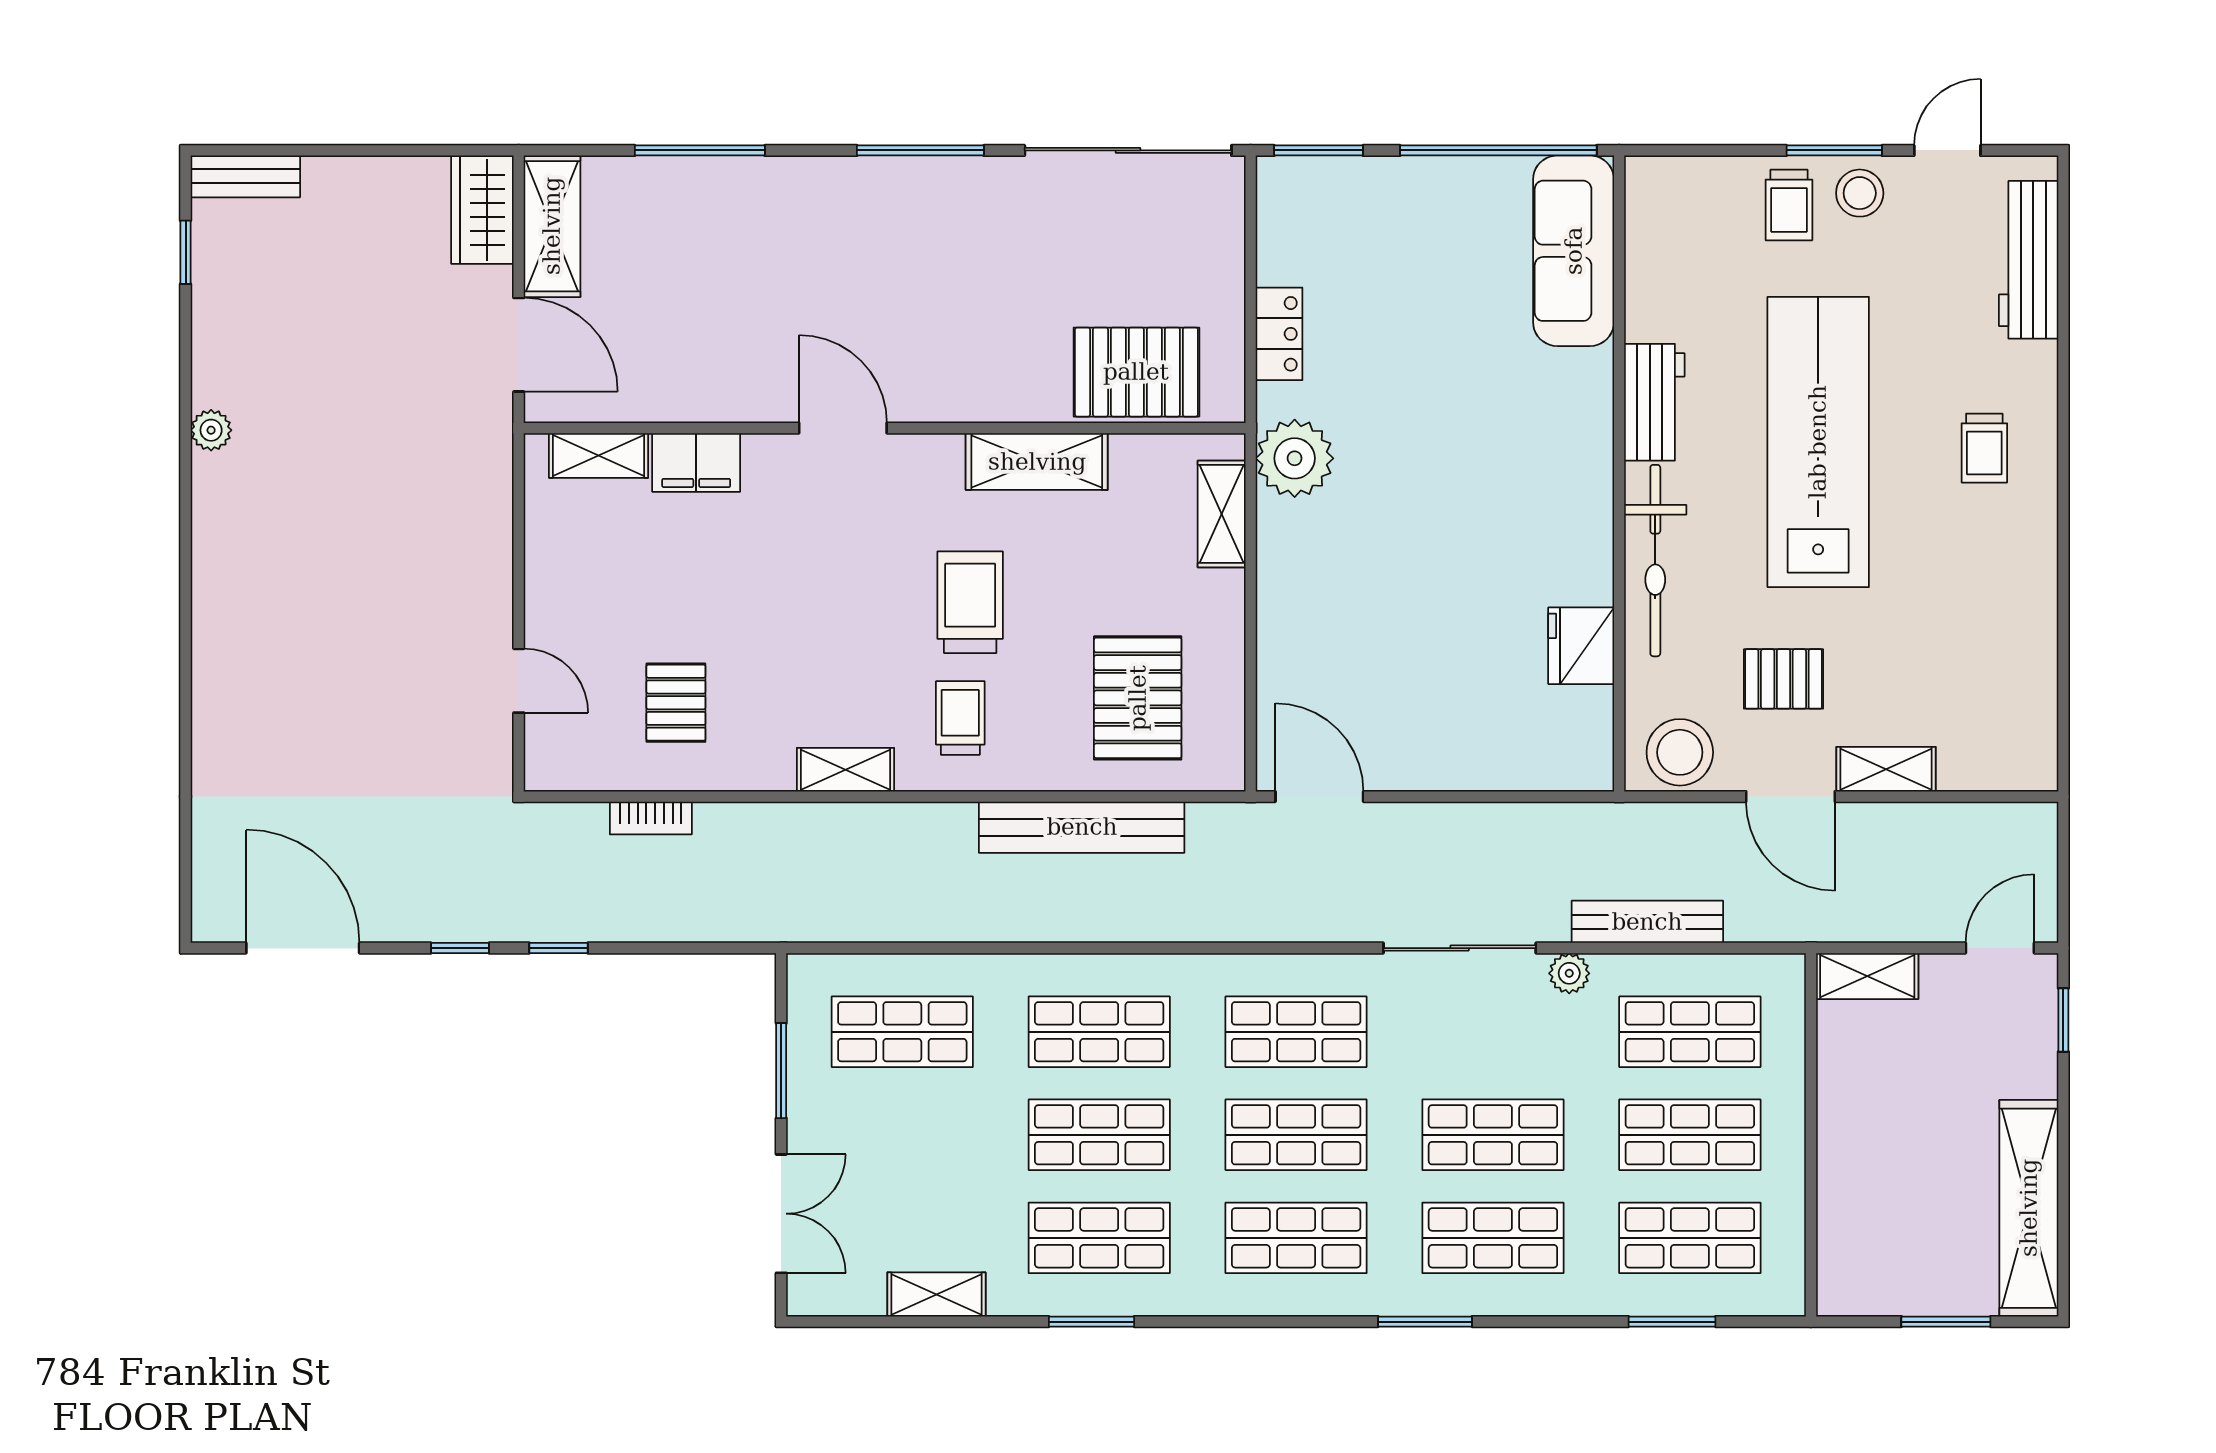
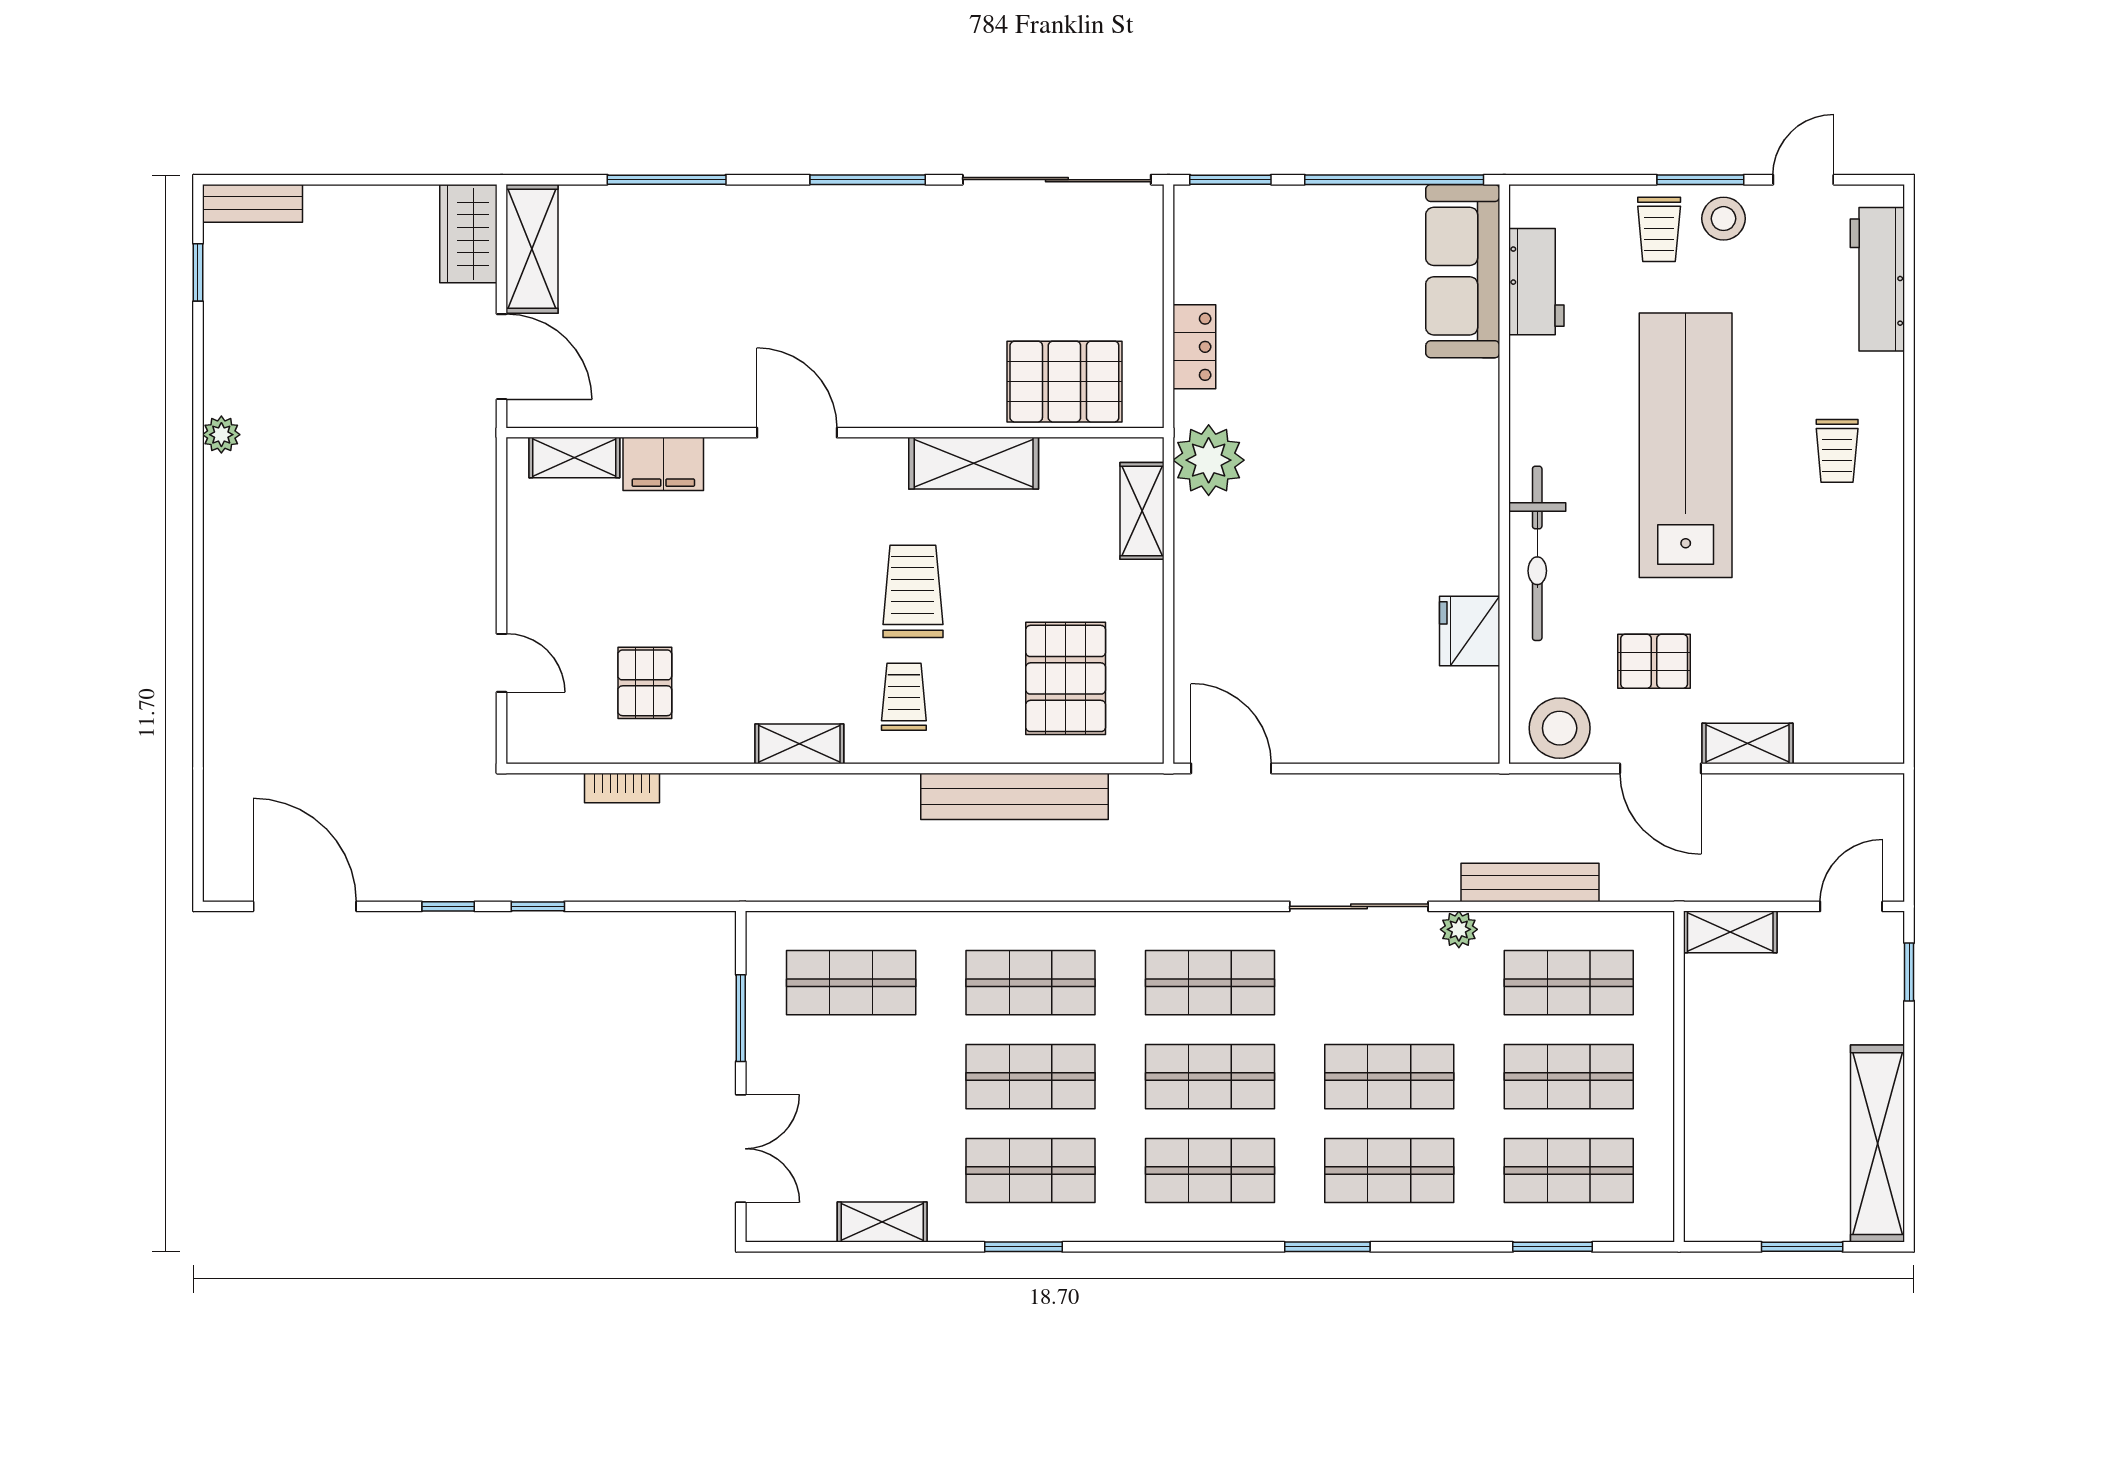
workbench: (1654, 402) -> (1536, 282), moved

